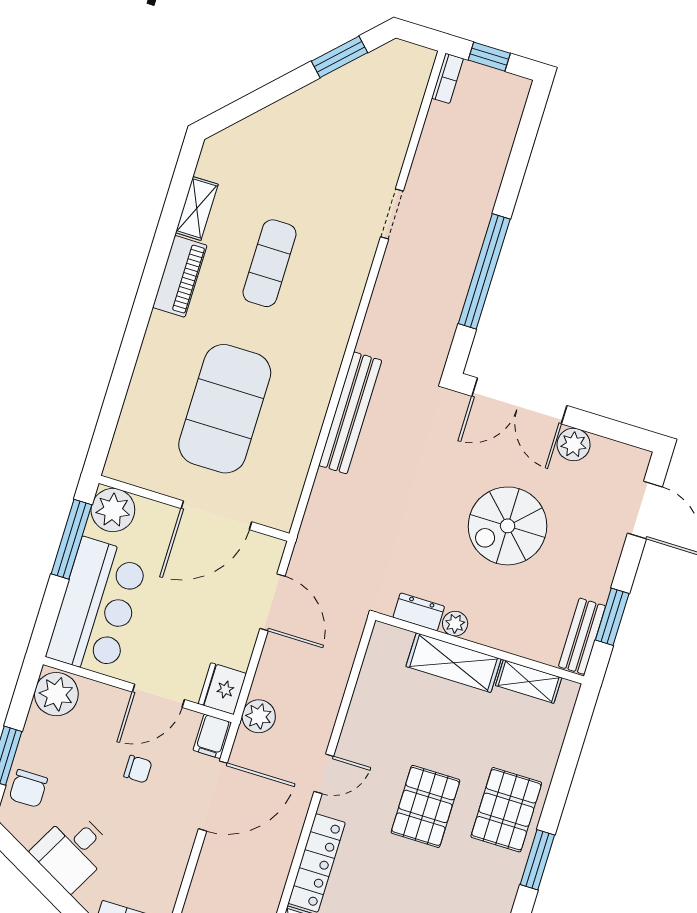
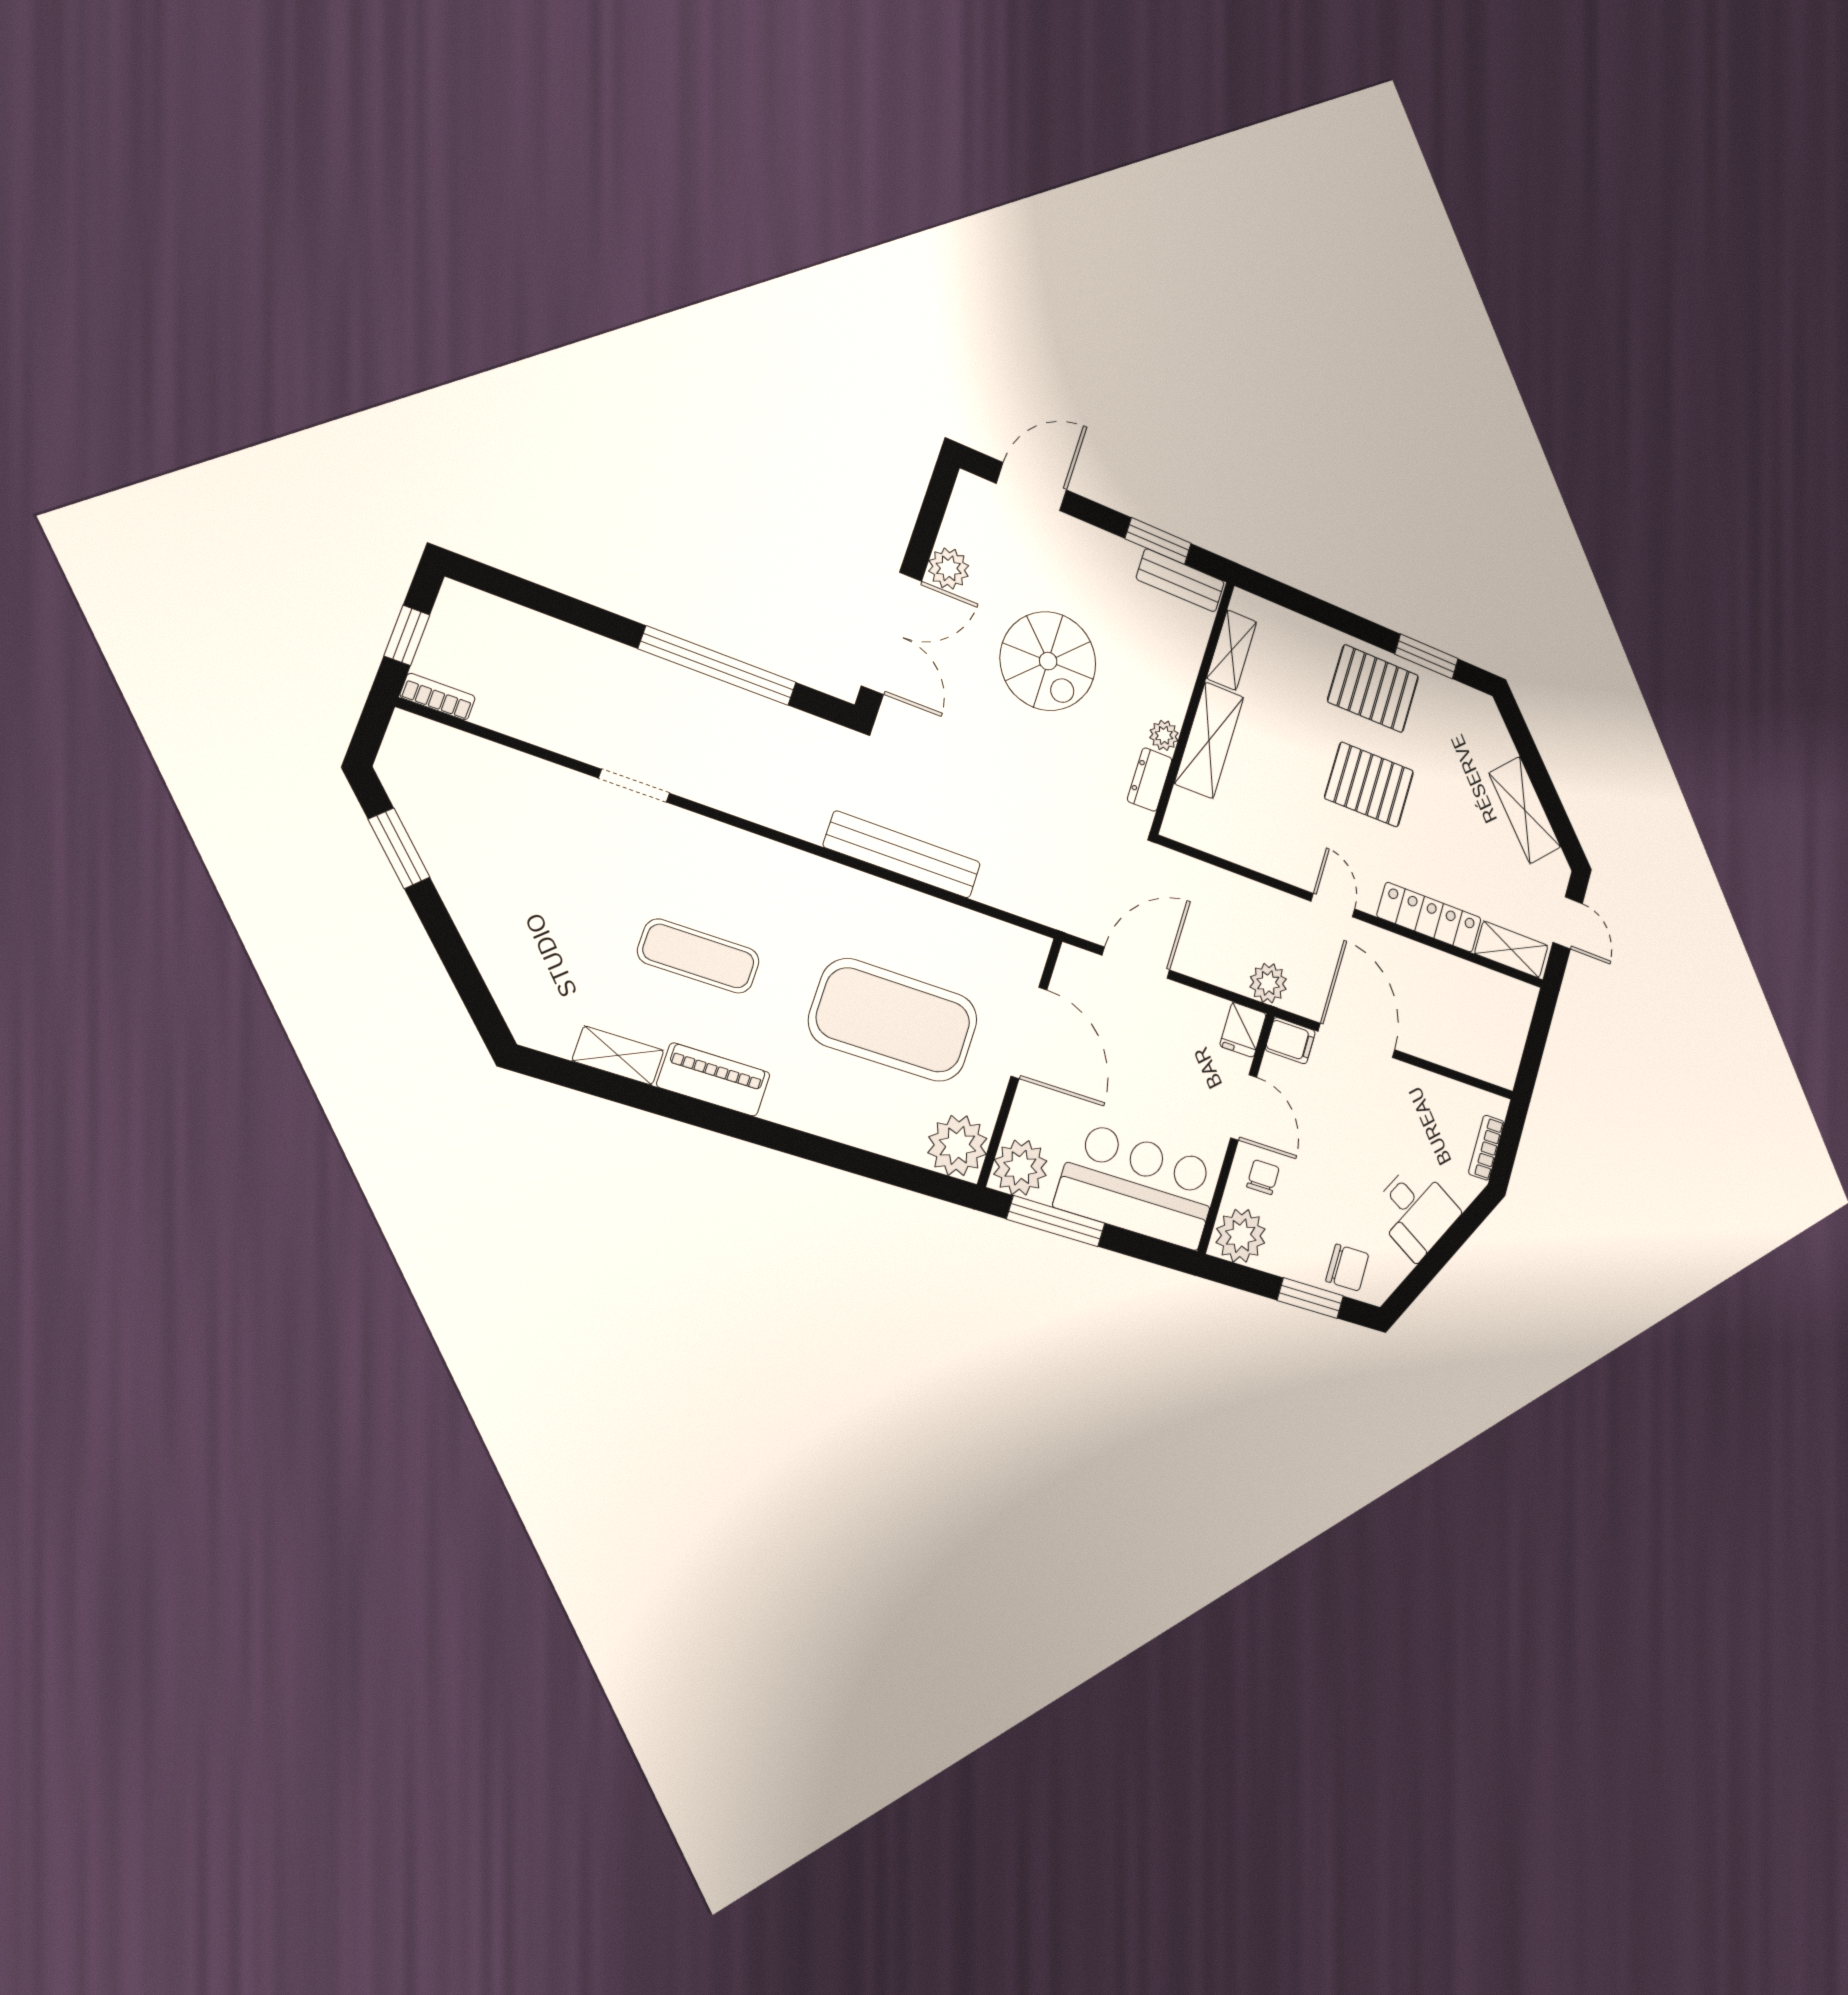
plant: (130, 460) -> (958, 1145), added
fridge: (222, 689) -> (1243, 1030), width x0.72
chair: (138, 769) -> (1263, 1177), moved

